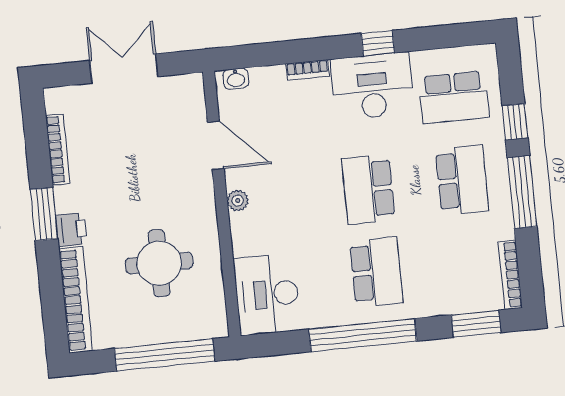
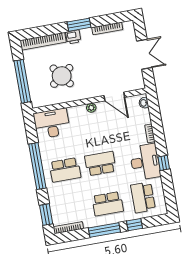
door: (216, 145) -> (114, 96), hinge flipped
round table: (159, 263) -> (62, 76), turned -37

